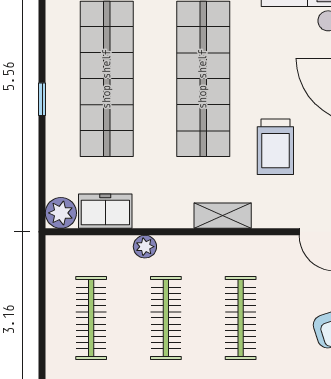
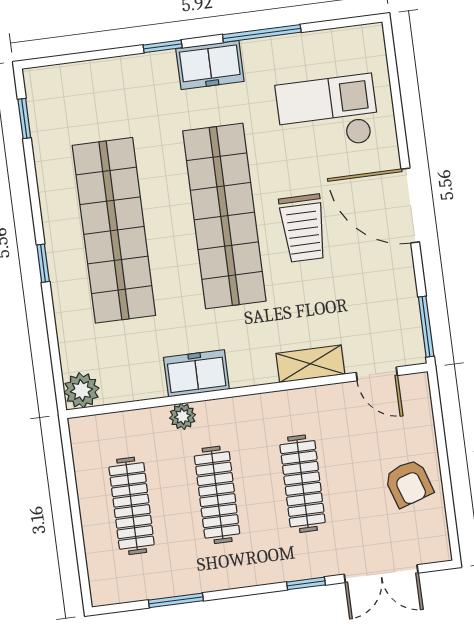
trolley: (275, 147) -> (303, 228), moved
freezer: (105, 211) -> (196, 373), moved
shelving: (223, 216) -> (310, 364), moved

